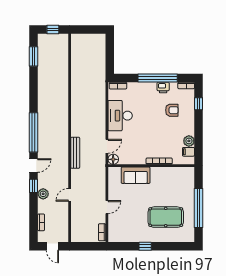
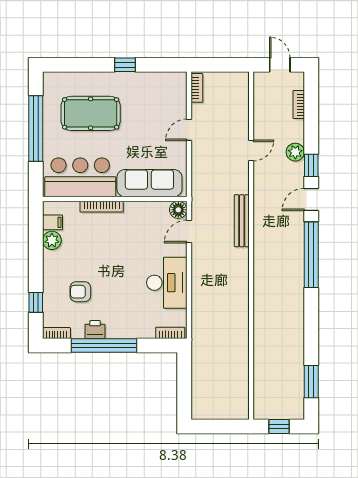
sofa: (136, 175) -> (149, 183), width x1.36
bar counter: (172, 179) -> (80, 177), added

